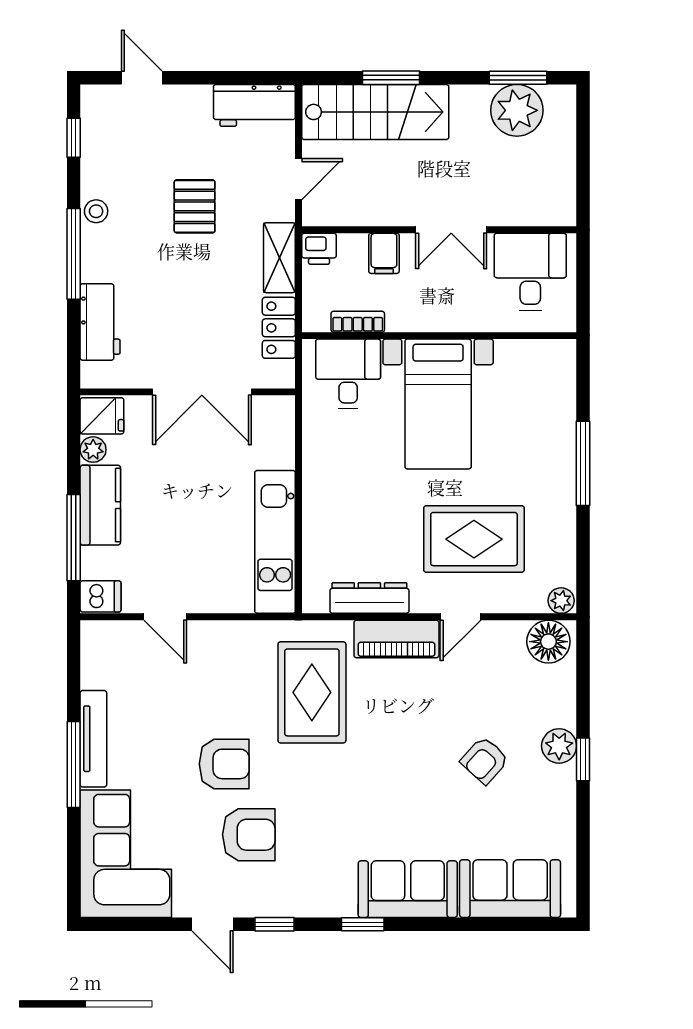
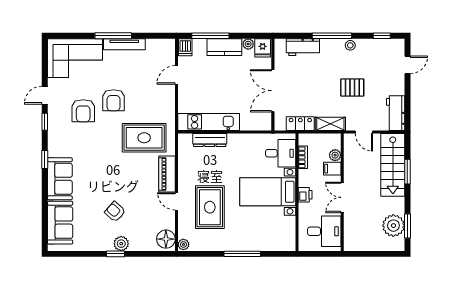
plant: (353, 247) -> (335, 155), added
printer: (319, 249) -> (305, 195), moved, turned 180
dresser: (369, 598) -> (210, 140), moved, turned 90

